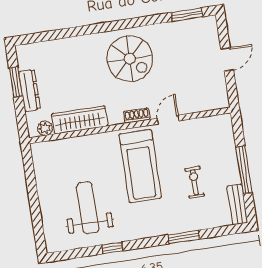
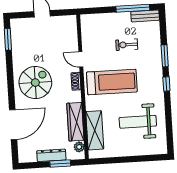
door: (68, 33) -> (13, 125), added
window: (16, 82) -> (60, 164), moved
shelving: (70, 148) -> (95, 130), added
window: (244, 170) -> (133, 8), moved
window: (112, 248) -> (166, 84), moved

